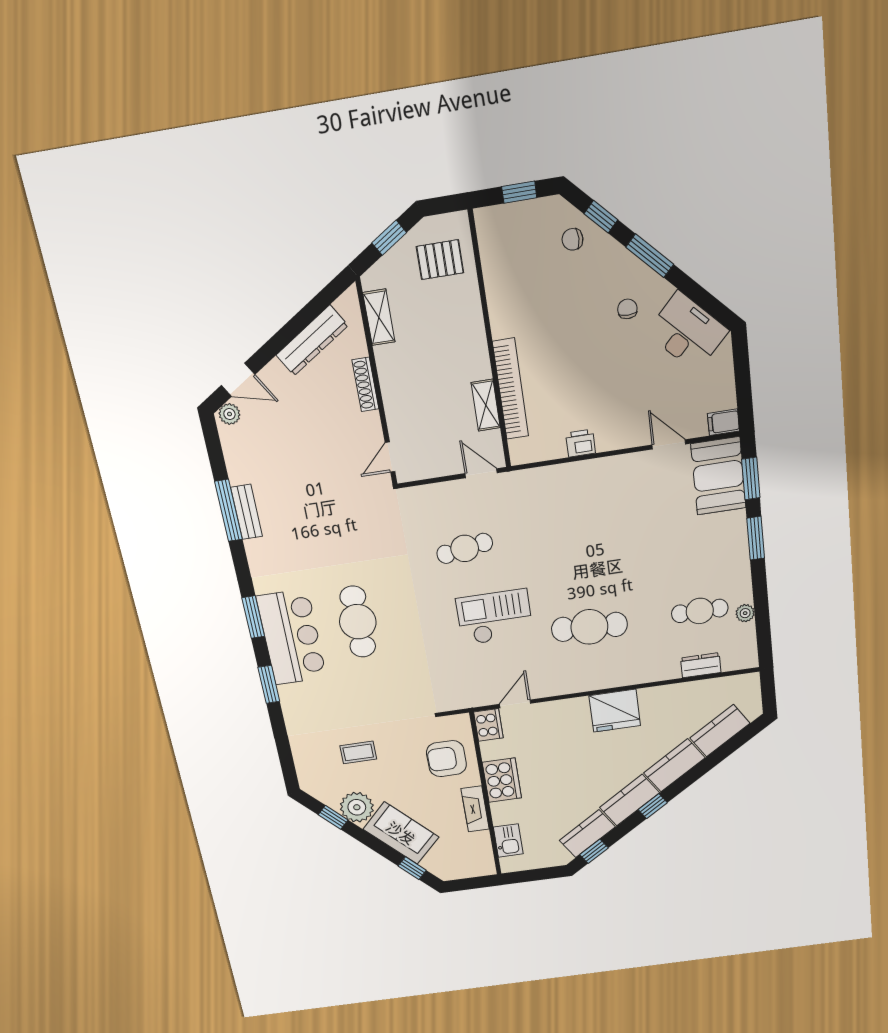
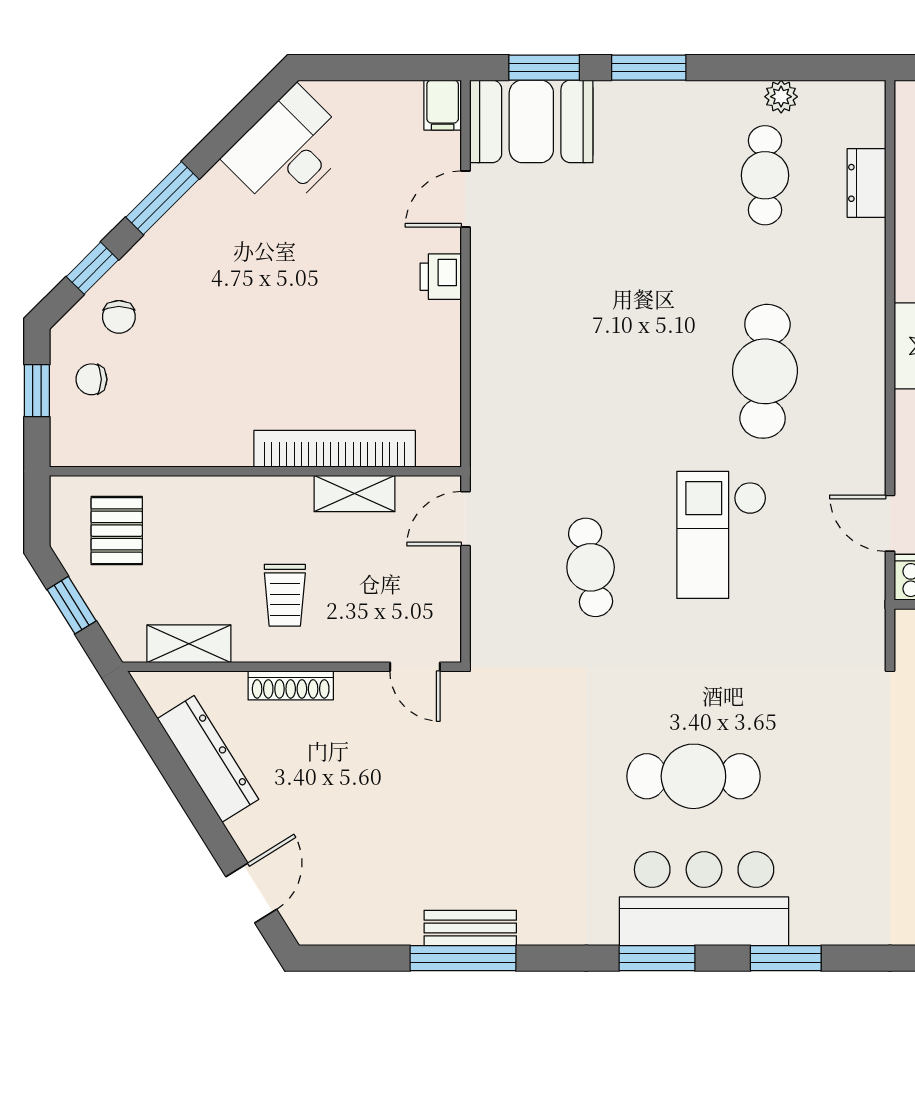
chair: (627, 309) -> (91, 379), moved
trolley: (418, 372) -> (285, 595), added
plant: (229, 414) -> (304, 920), removed
printer: (581, 443) -> (441, 277), moved

